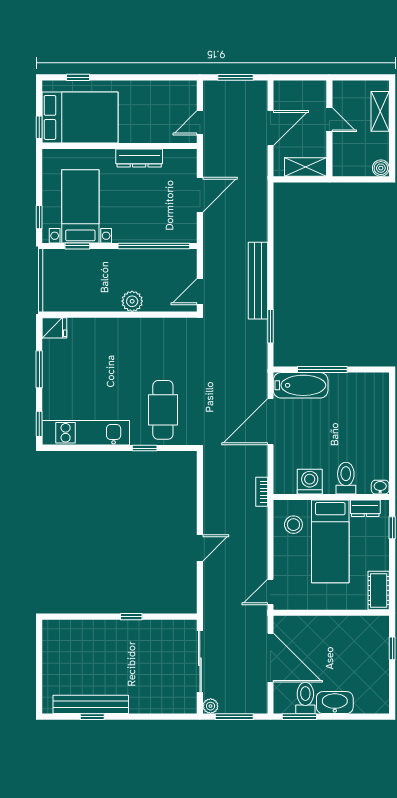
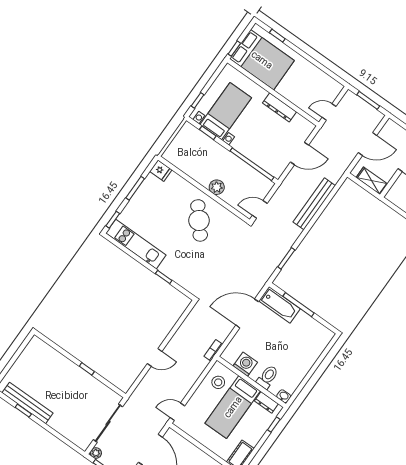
bench: (258, 281) -> (314, 204), moved
cafe table: (163, 410) -> (199, 220), moved, turned -40

